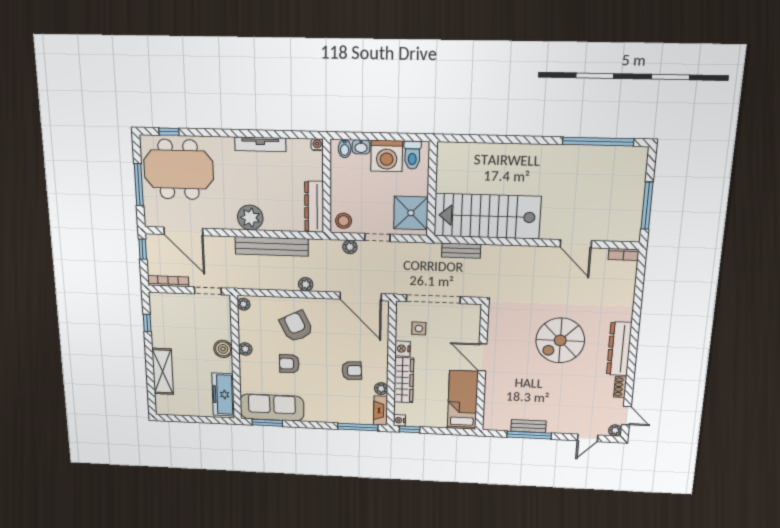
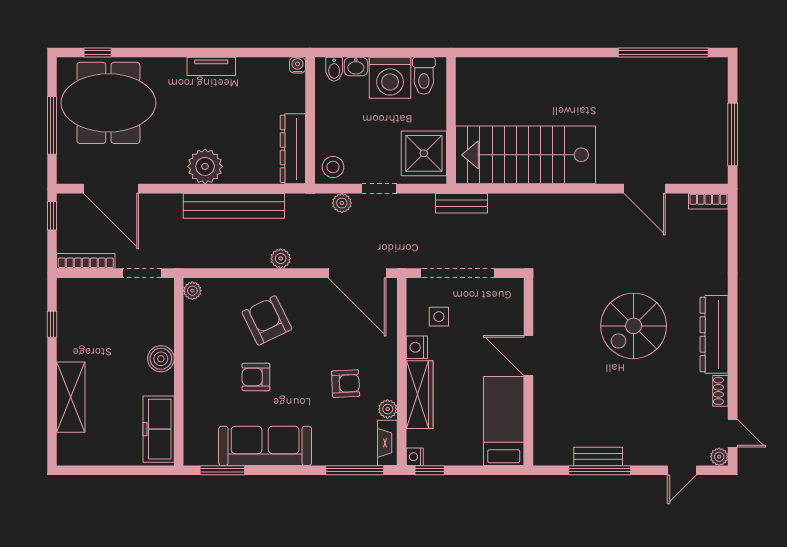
tv unit: (260, 144) -> (211, 66), width x0.71
bench: (461, 251) -> (462, 203), moved
plant: (245, 349) -> (193, 358), removed
sofa: (272, 407) -> (265, 446), moved

